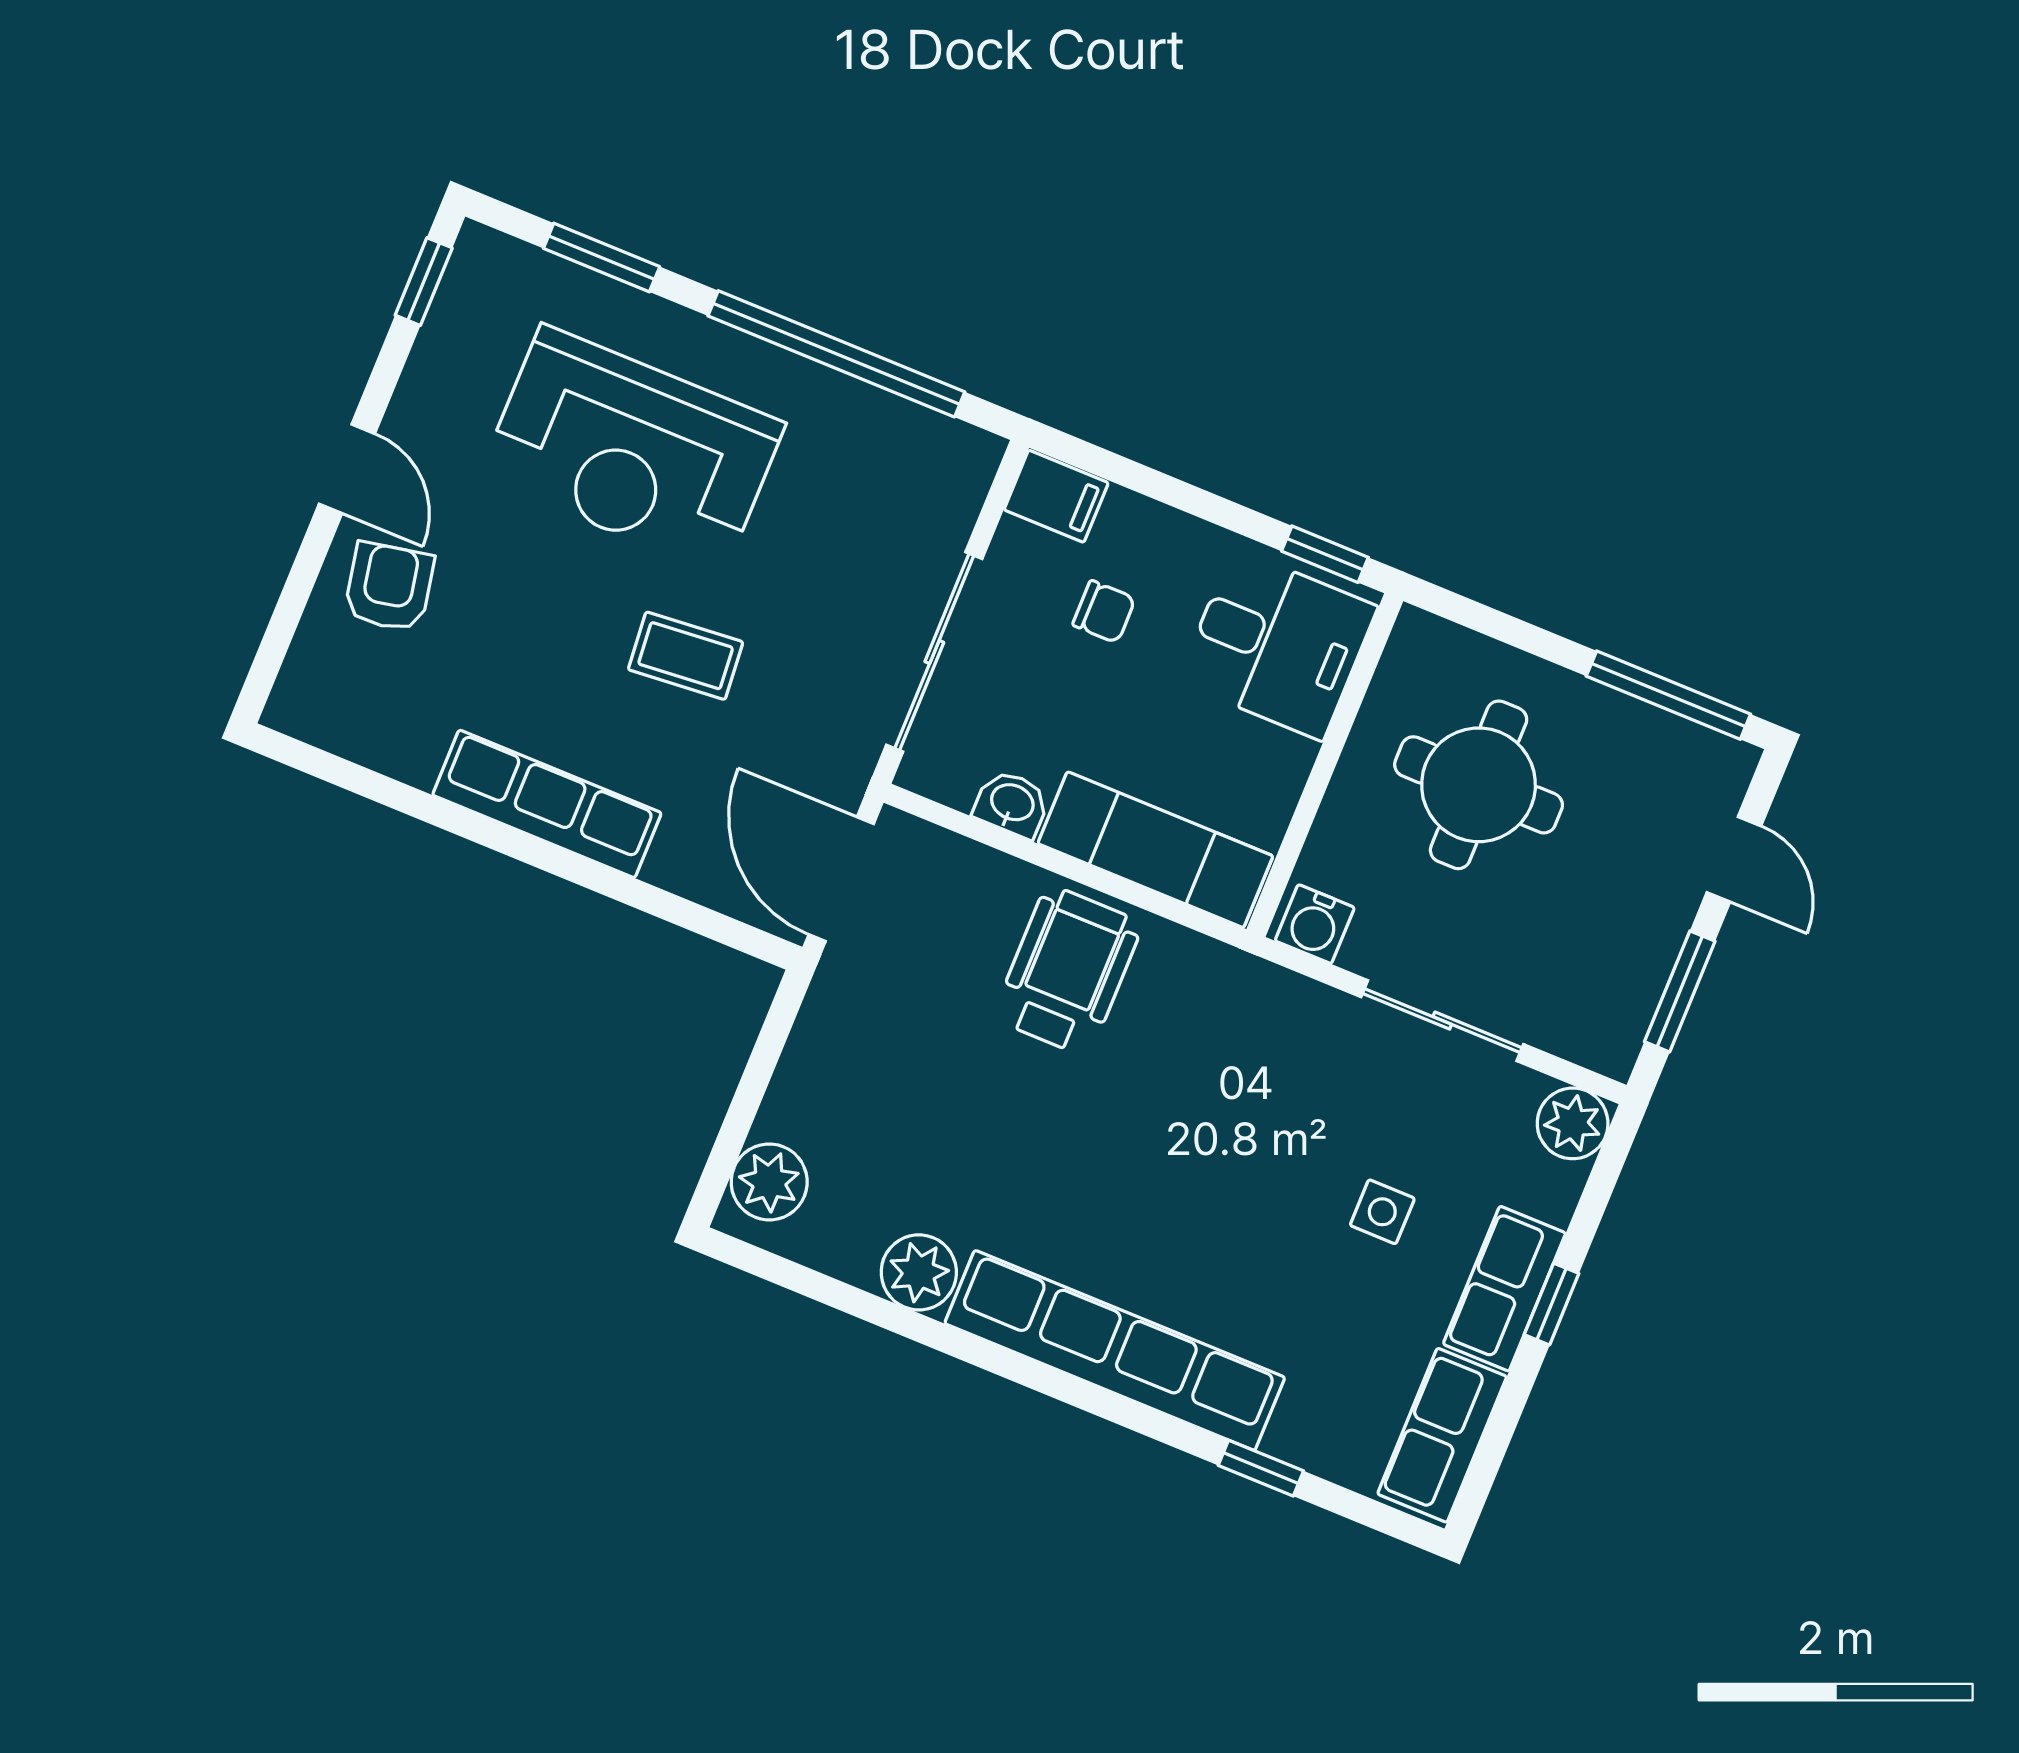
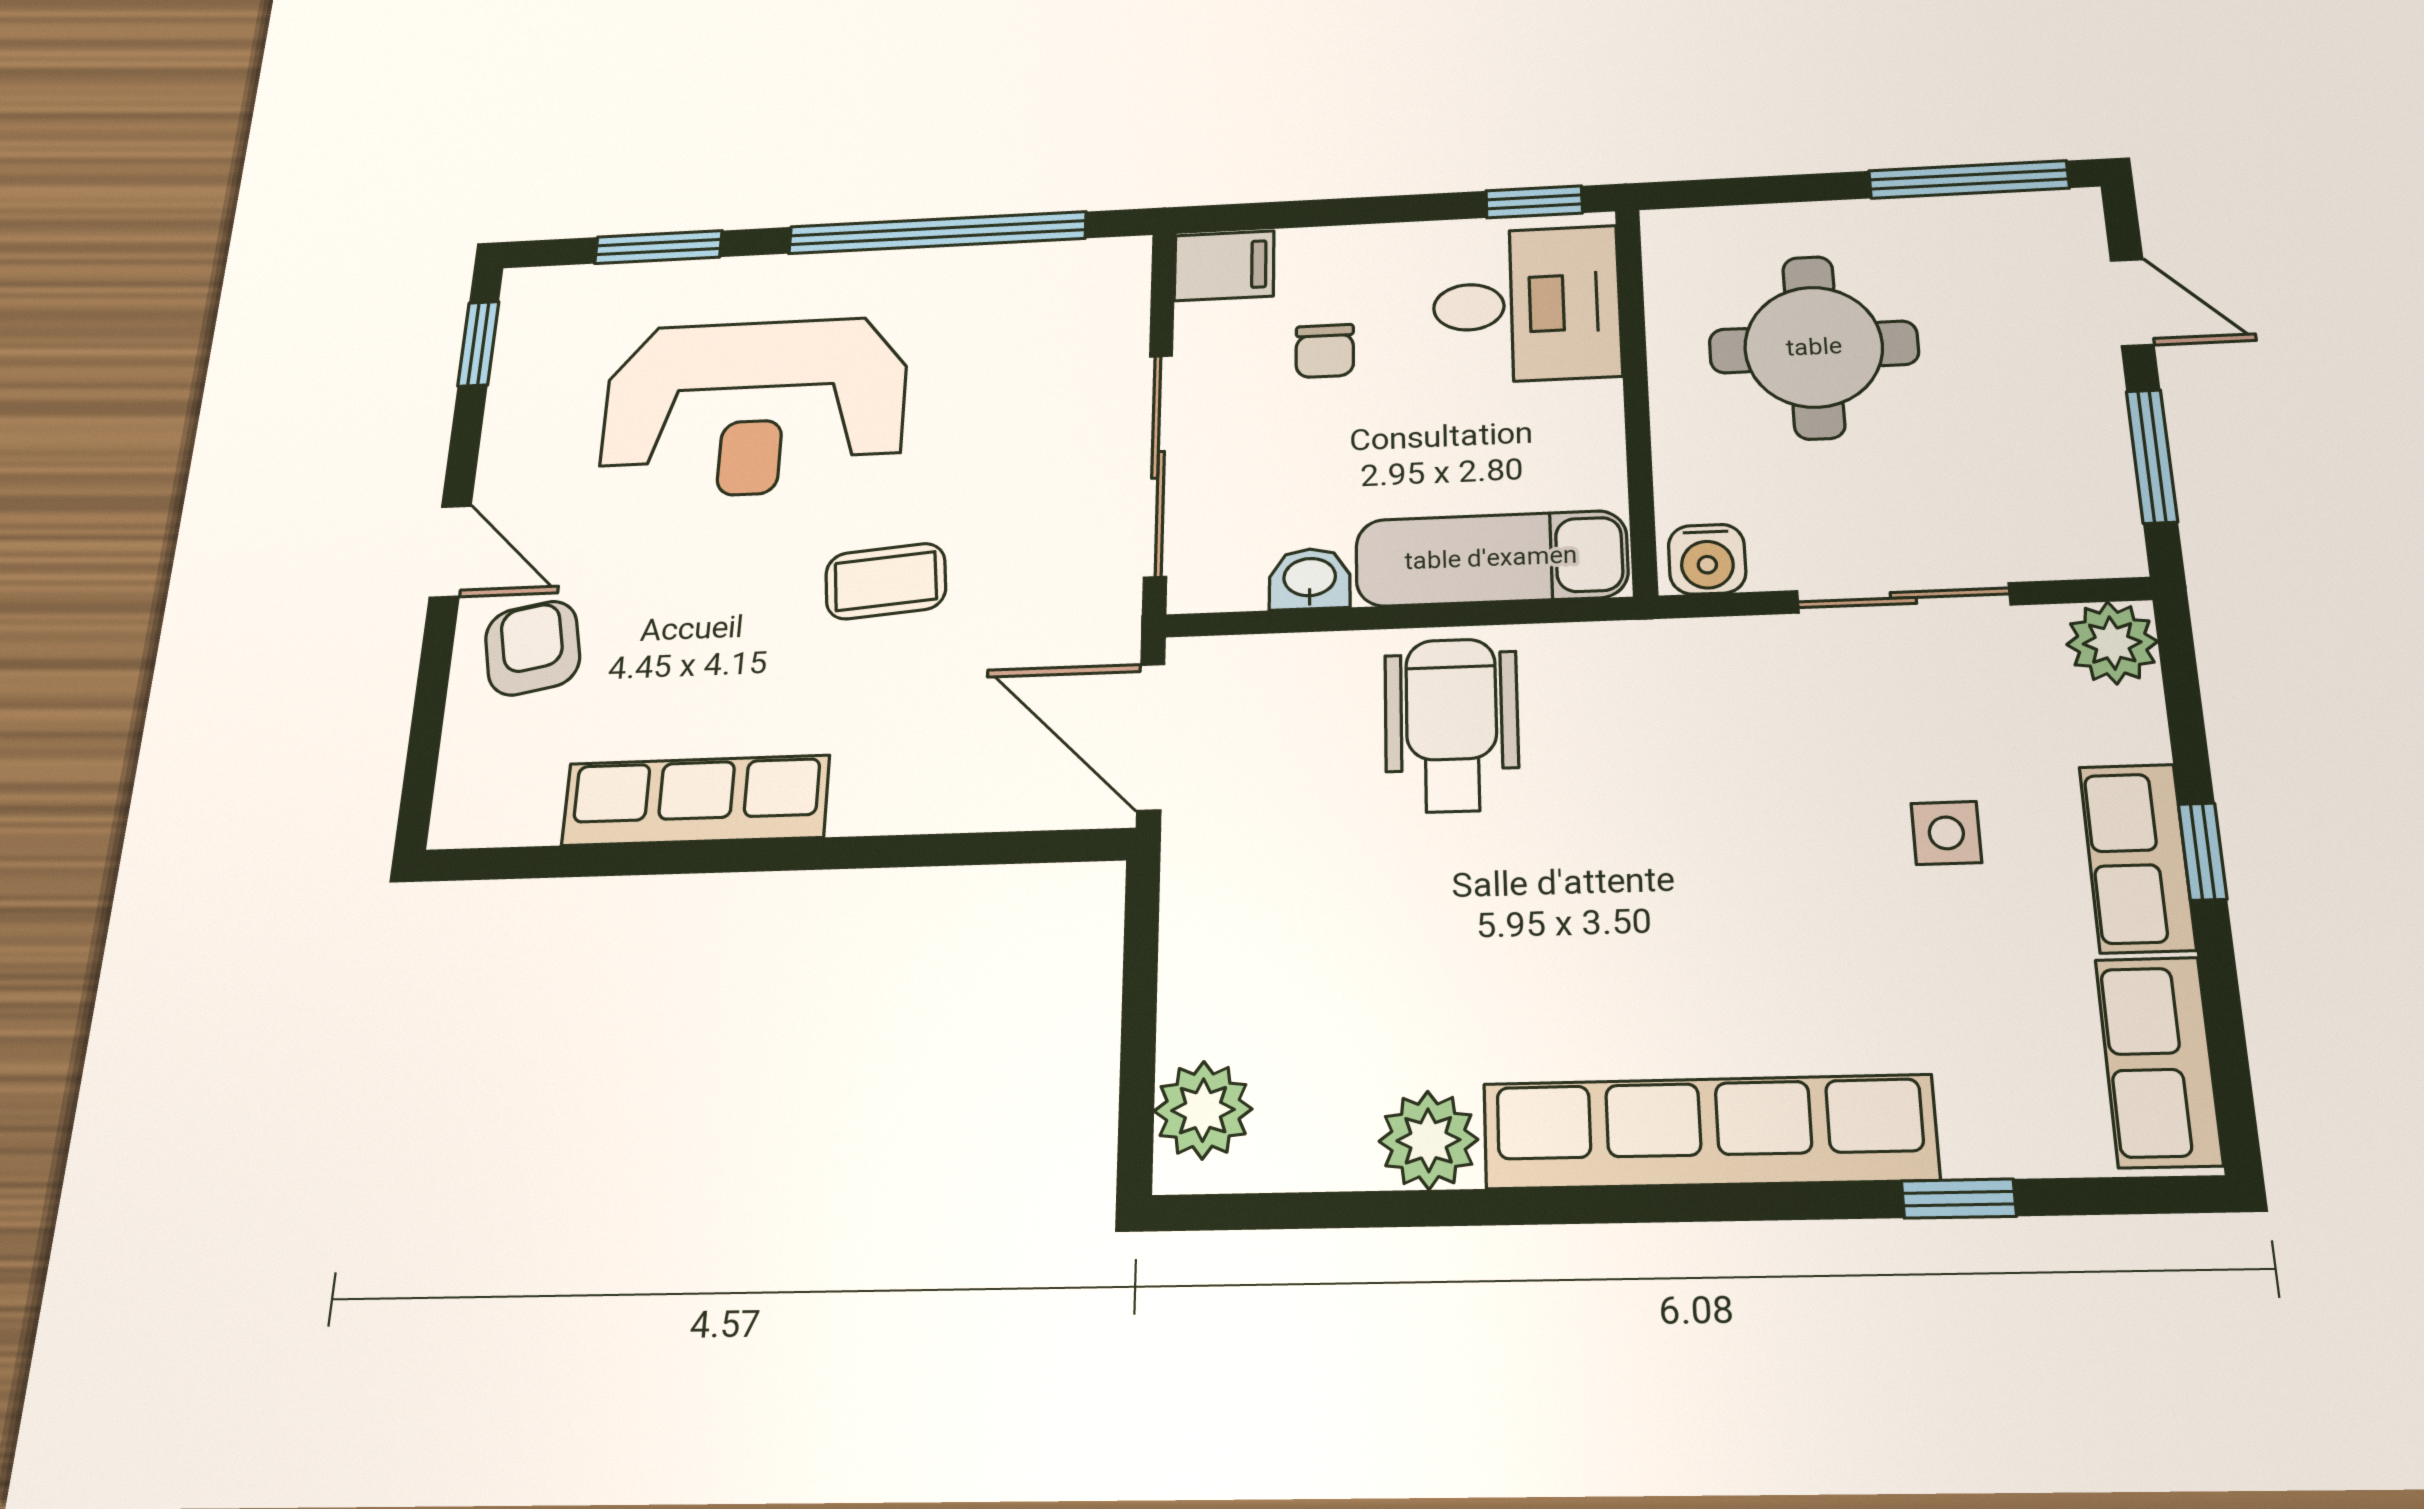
chair: (1104, 612) -> (1325, 351), turned 90
row of seats: (547, 804) -> (696, 800), moved

